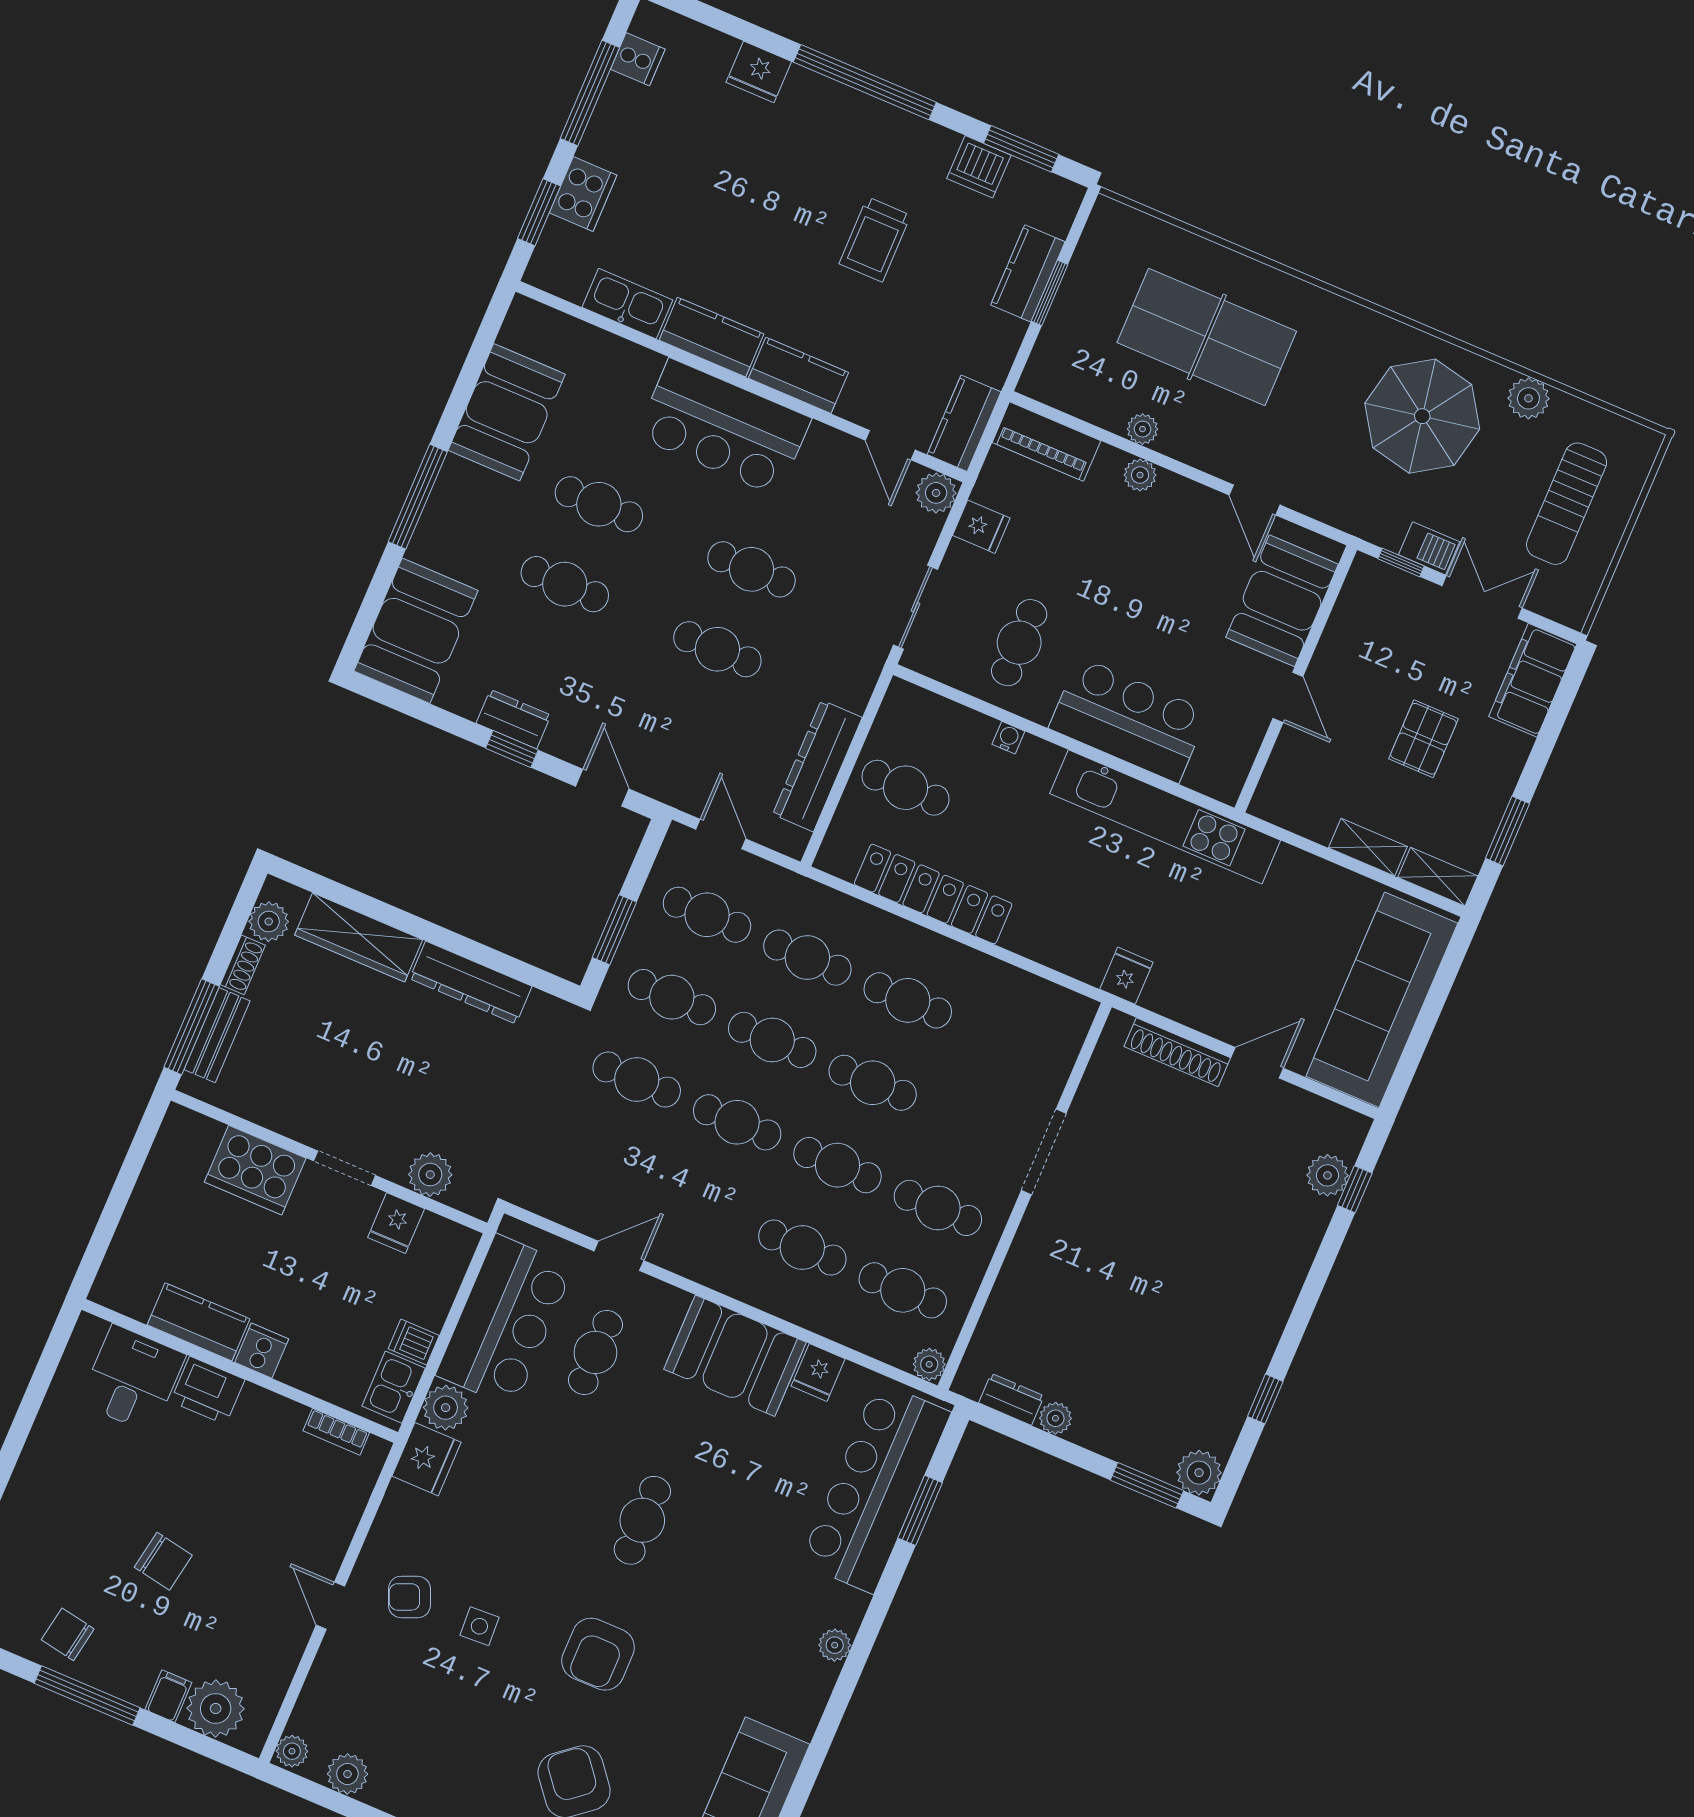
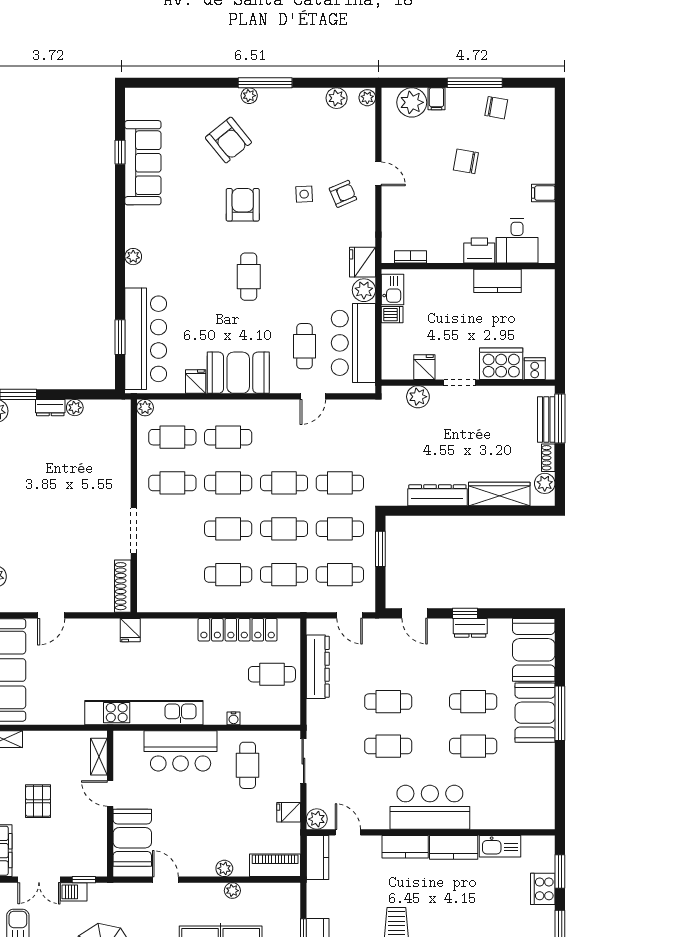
booth: (507, 412) -> (535, 713), moved
shelving: (1368, 847) -> (99, 757), moved, turned 90
shoe rack: (1177, 1052) -> (123, 586), moved, turned -90
cooker: (262, 1351) -> (535, 369), moved, turned 180
dresser: (1011, 1399) -> (50, 408), moved
filing cabinet: (49, 1445) -> (543, 193), added

